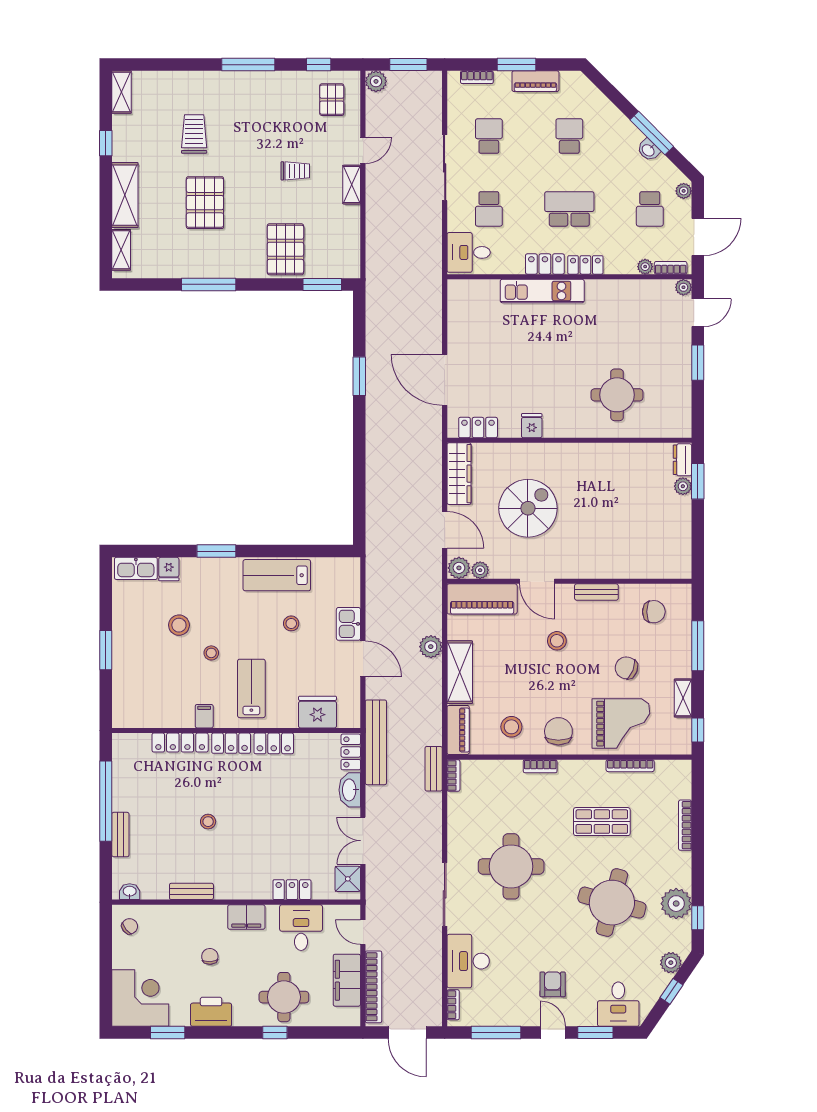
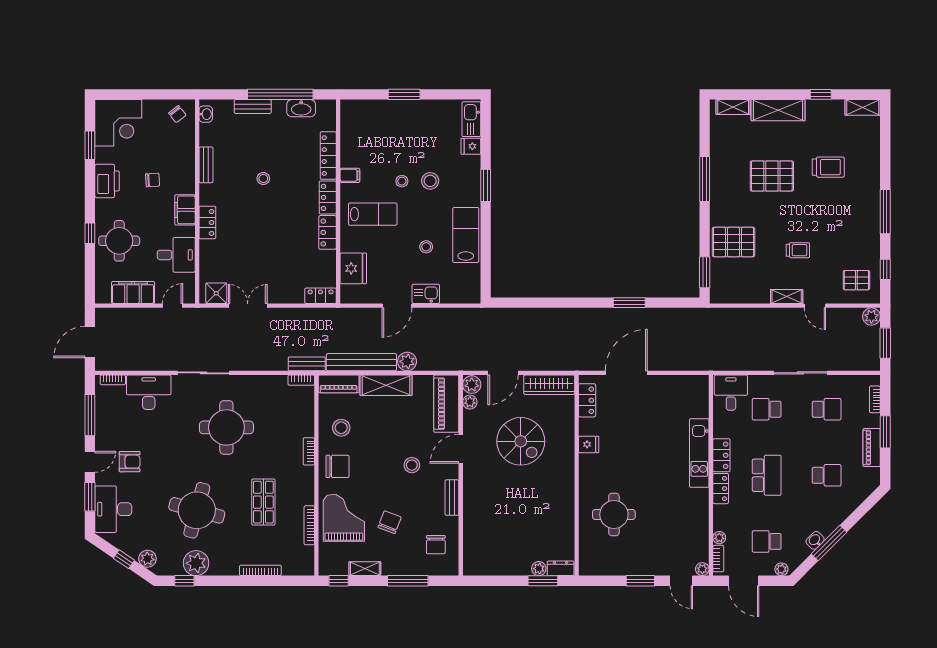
trolley: (295, 171) -> (798, 250), turned -90
stool: (179, 625) -> (430, 181), moved
grand piano: (621, 724) -> (344, 518), turned 180
bench: (376, 742) -> (361, 362), moved
washbasin: (350, 790) -> (301, 108), moved, turned 180
locker: (292, 890) -> (207, 222), moved
bookcase: (373, 987) -> (128, 314), removed
desk: (618, 1004) -> (113, 509), width x1.37

